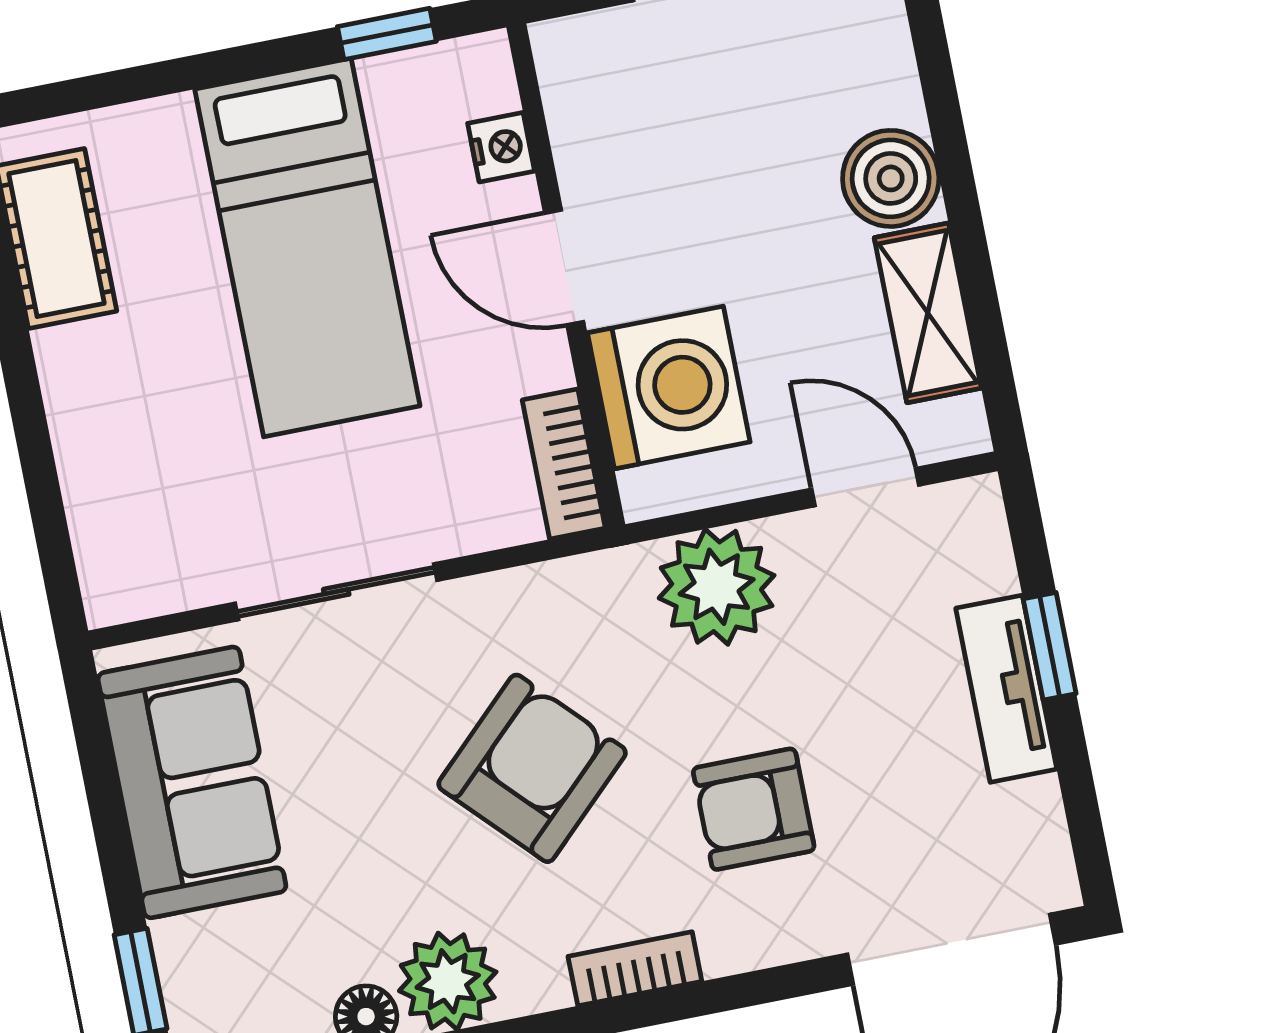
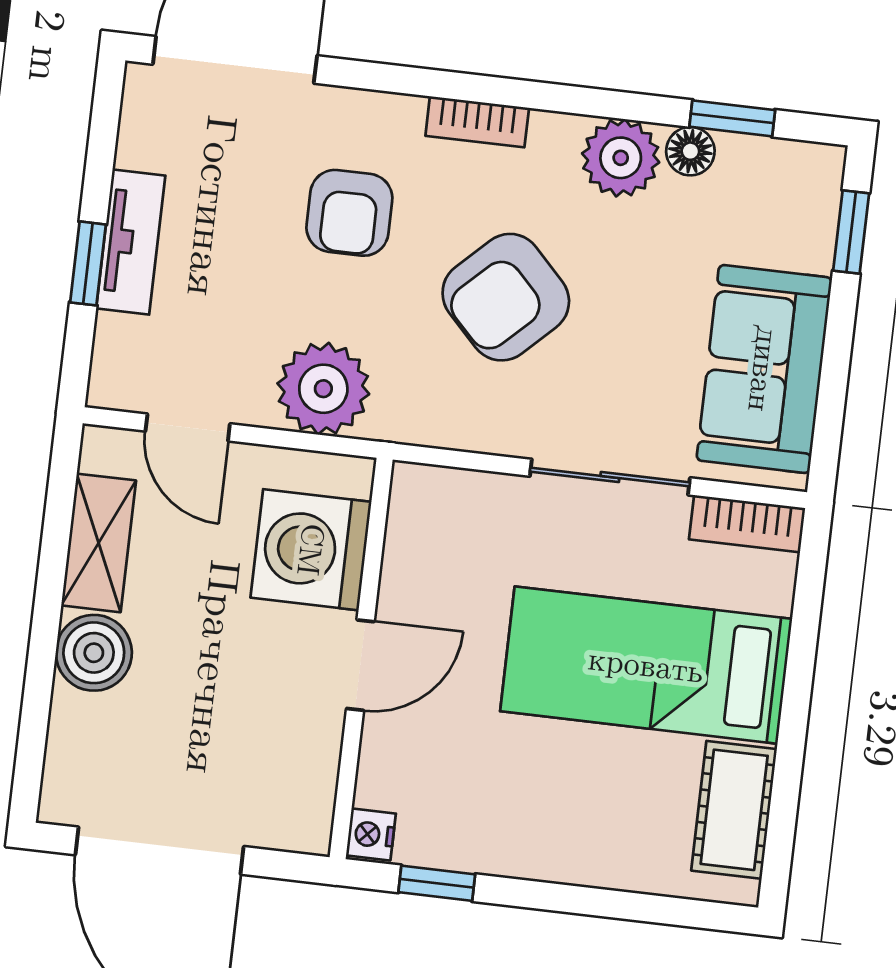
nightstand: (501, 147) -> (371, 834), moved
bed: (307, 248) -> (646, 665), moved, turned -90
door: (564, 267) -> (360, 665), hinge flipped
bookcase: (564, 464) -> (747, 524), moved, turned 90
armchair: (754, 809) -> (349, 213), turned 90

